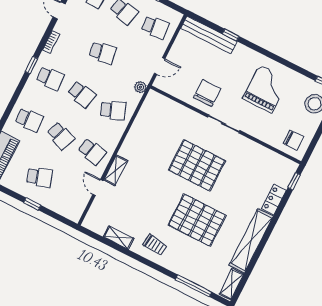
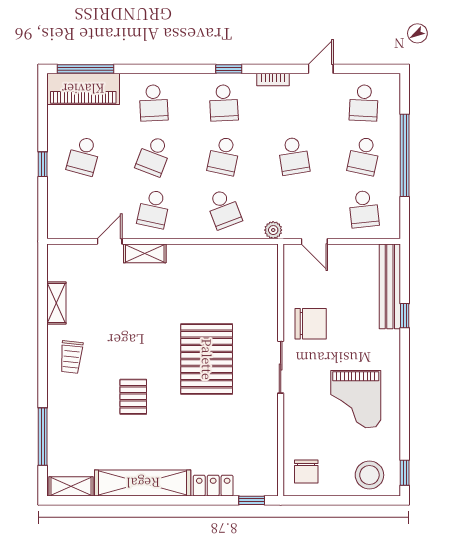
grand piano: (266, 89) -> (356, 399), turned 90
school desk: (39, 177) -> (84, 156), turned 33
pallet: (197, 220) -> (133, 397), width x0.49, depth x0.50

